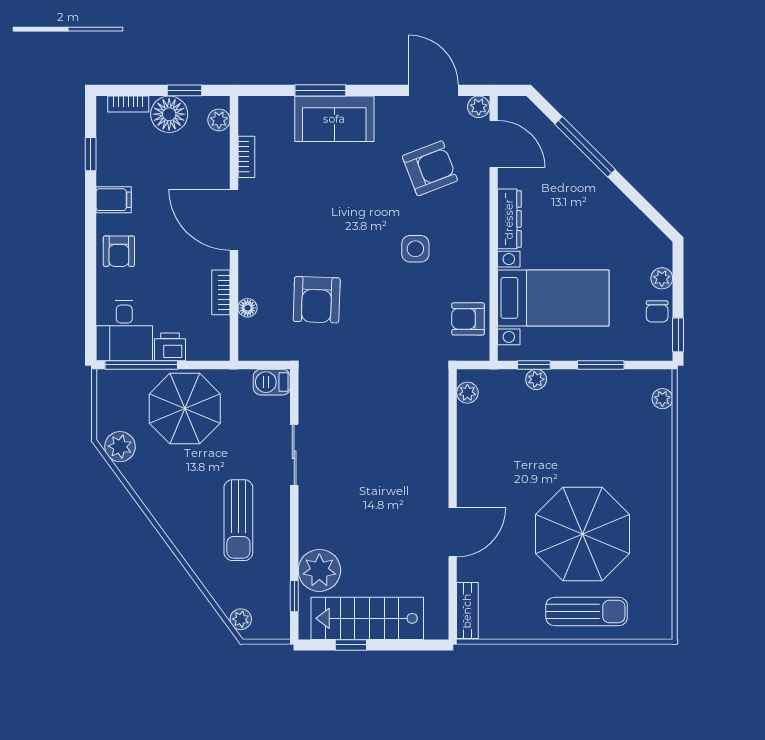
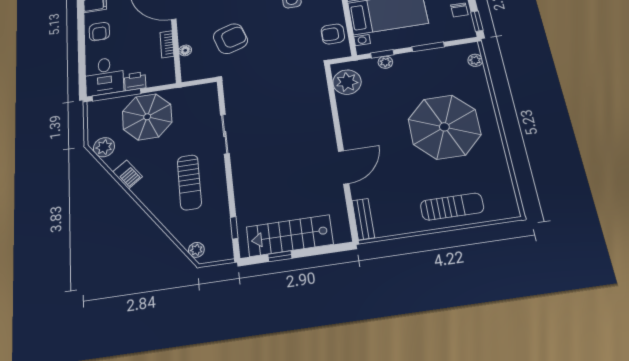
armchair: (317, 300) -> (230, 39), turned -110
barbecue: (272, 382) -> (127, 174), moved, turned -126
plant: (467, 393) -> (347, 82), width x1.88, depth x1.88
parasol: (582, 534) -> (444, 127), moved
plant: (319, 570) -> (251, 207), removed

